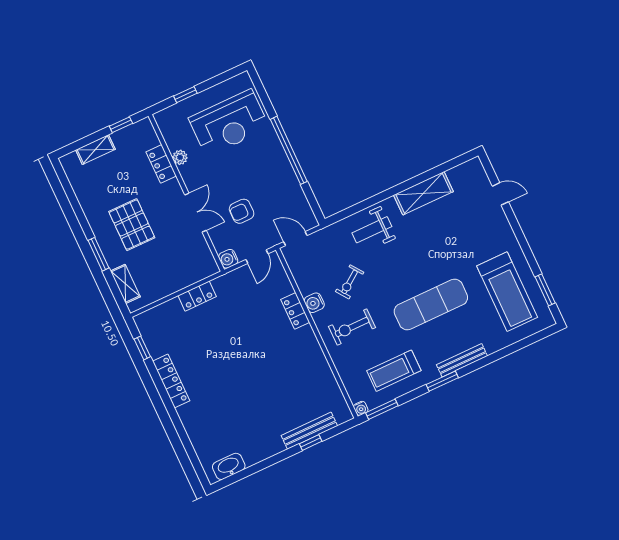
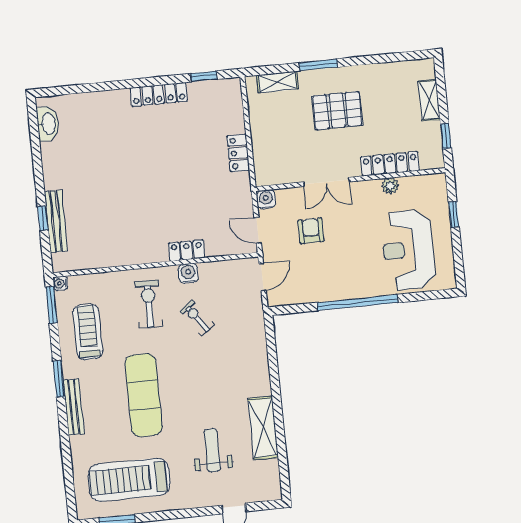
locker: (161, 164) -> (390, 164), width x1.53
weight bench: (372, 230) -> (212, 450), moved

